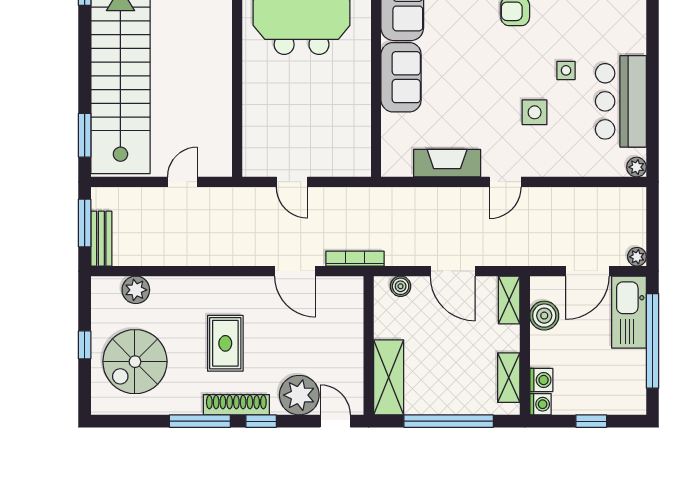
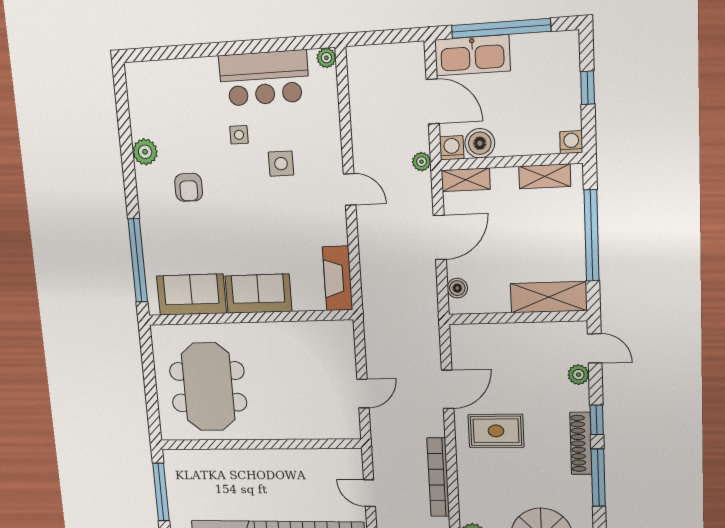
fireplace: (447, 163) -> (338, 278), moved
plant: (637, 257) -> (422, 162), moved
bookcase: (355, 259) -> (438, 477), moved, width x1.48, depth x1.31
rug: (225, 343) -> (496, 431), moved
washing machine: (541, 380) -> (452, 148), moved
plant: (299, 395) -> (578, 375), width x0.53, depth x0.53
door: (335, 421) -> (595, 348), swing flipped

